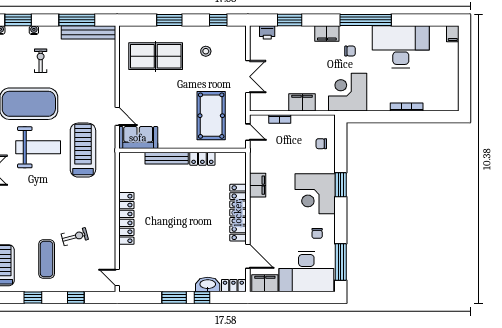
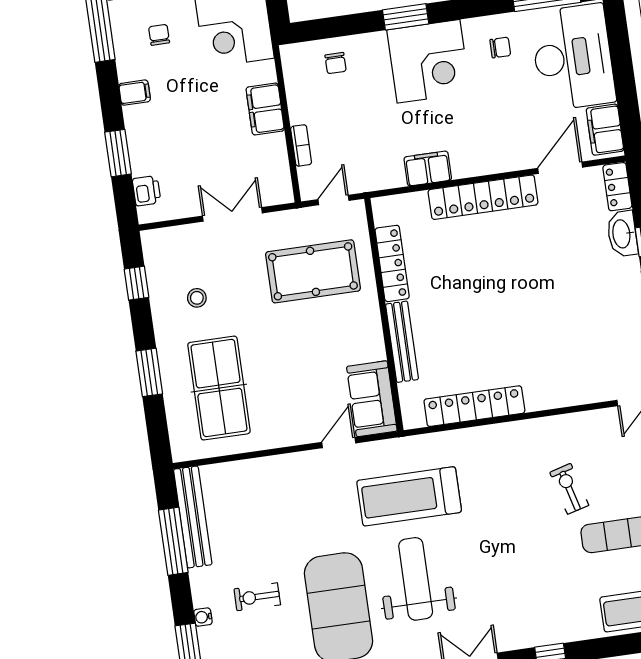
filing cabinet: (327, 33) -> (135, 93), width x0.50
locker: (202, 159) -> (392, 263), width x1.53
locker: (126, 218) -> (474, 406), moved

